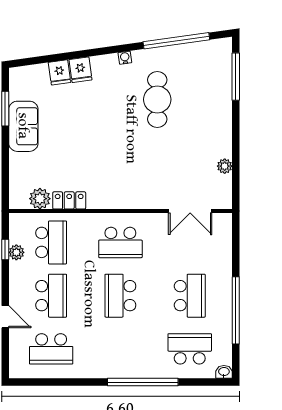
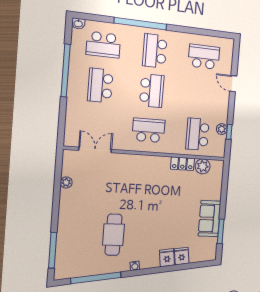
school desk: (51, 296) -> (155, 51), moved

